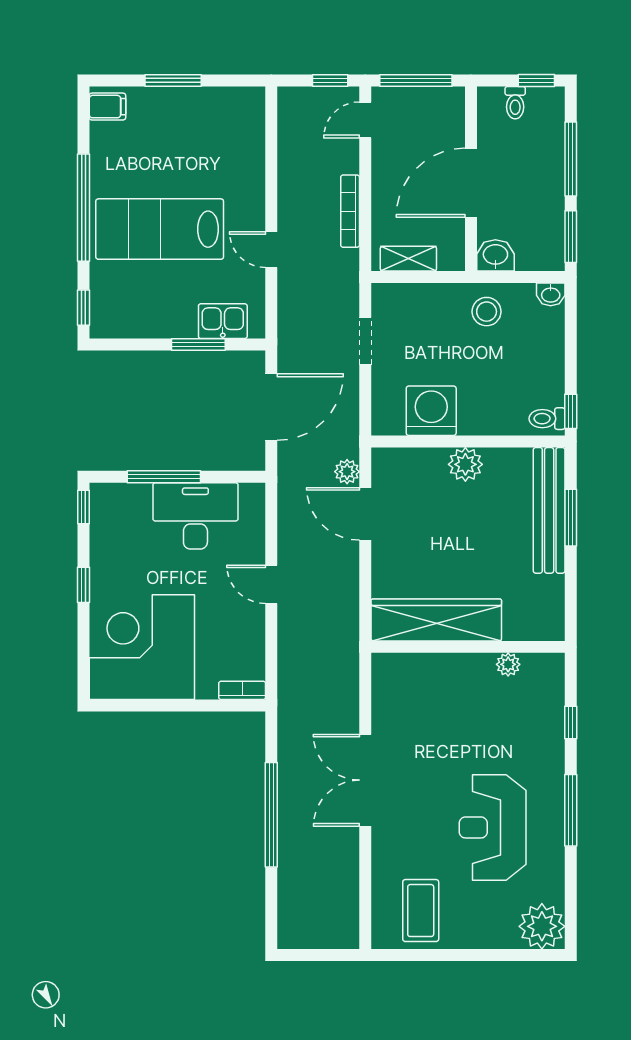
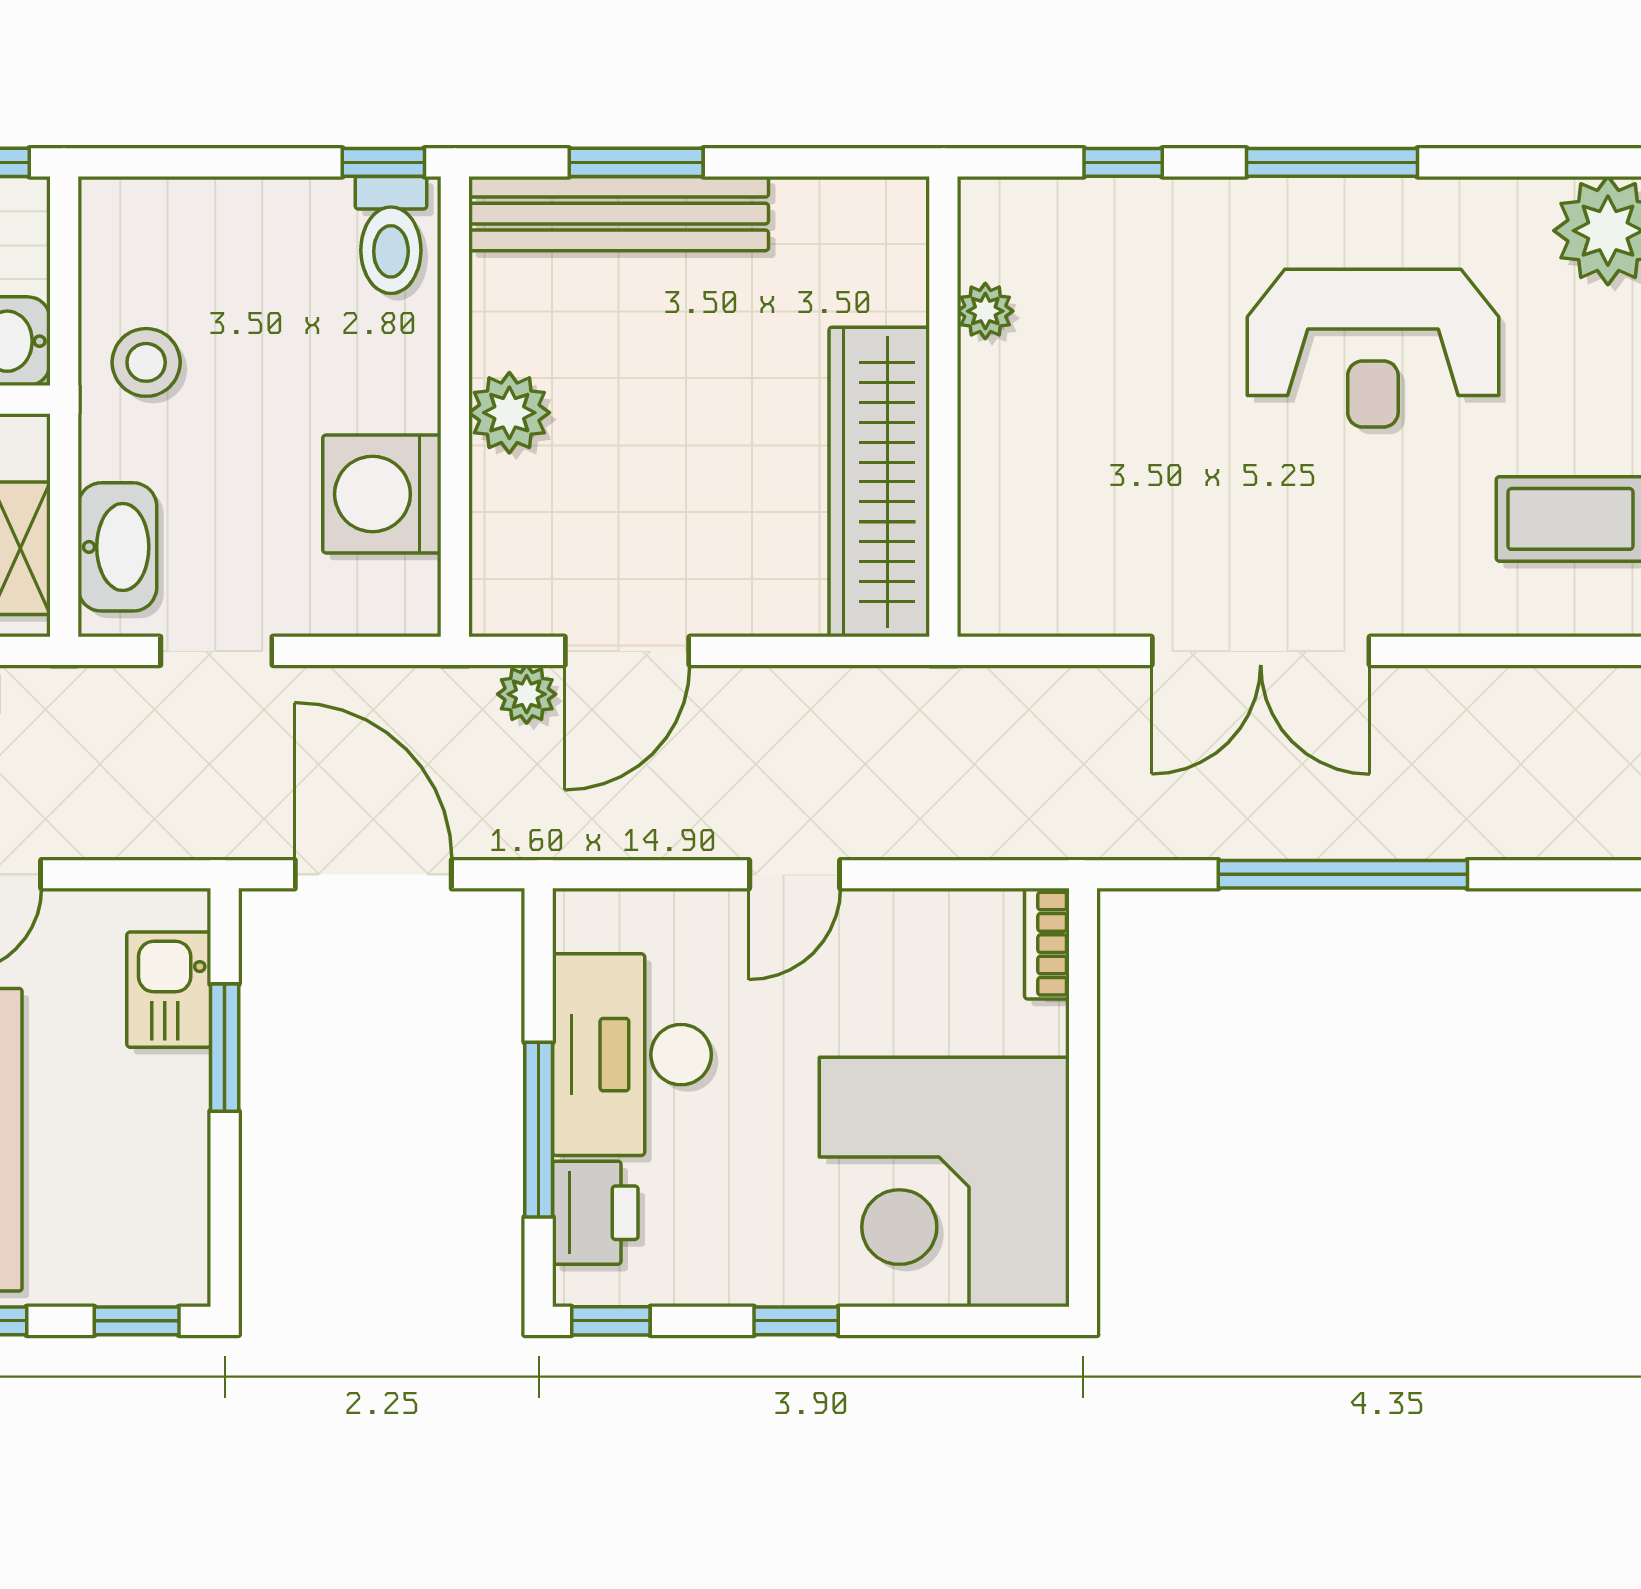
washbasin: (551, 294) -> (117, 547), moved, width x1.91, depth x1.45
toilet: (547, 419) -> (391, 235), width x1.37, depth x1.39
printer: (129, 500) -> (595, 1213), added

